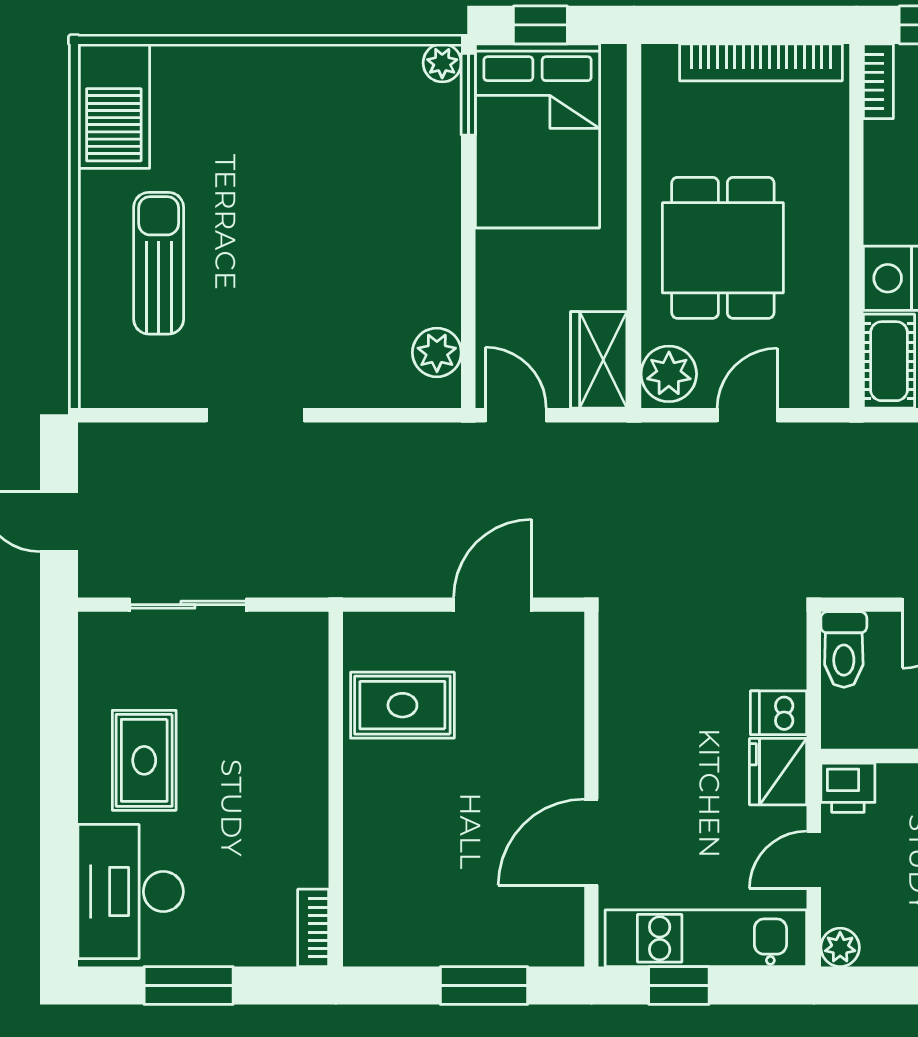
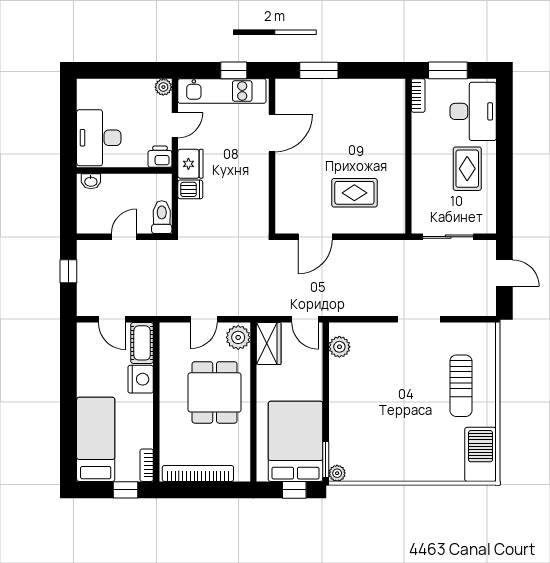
wall: (336, 789) -> (408, 156), moved
bookcase: (313, 928) -> (418, 96), moved

